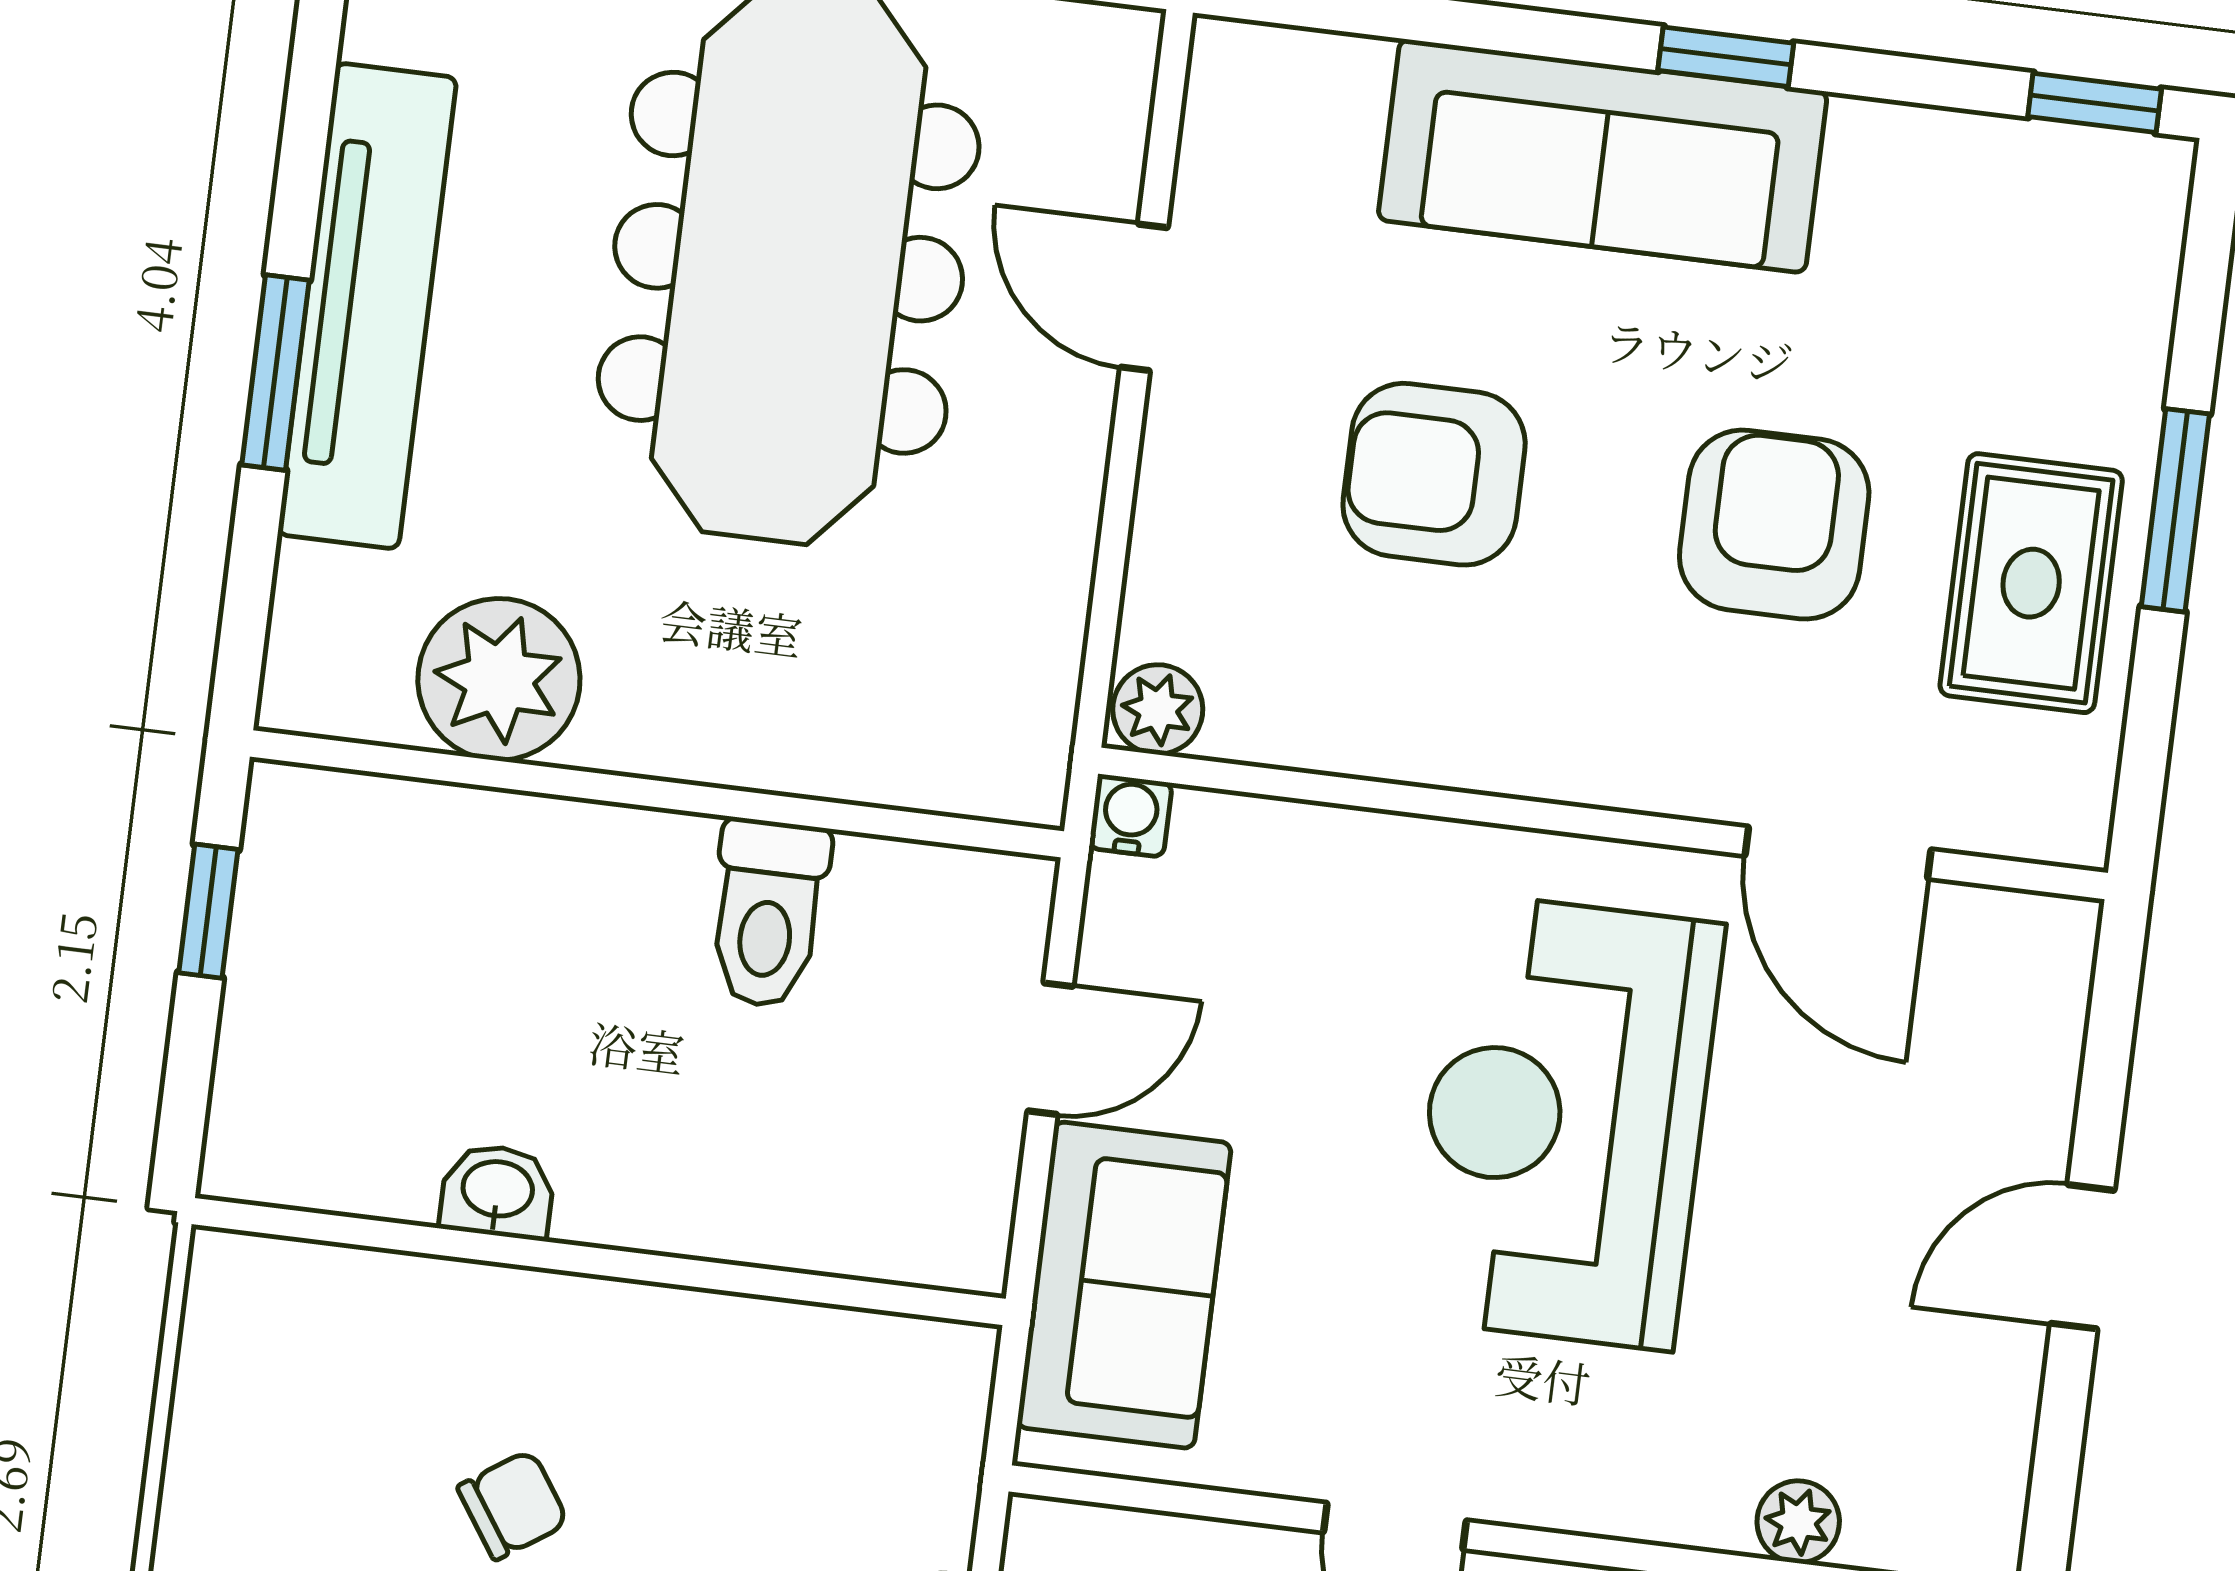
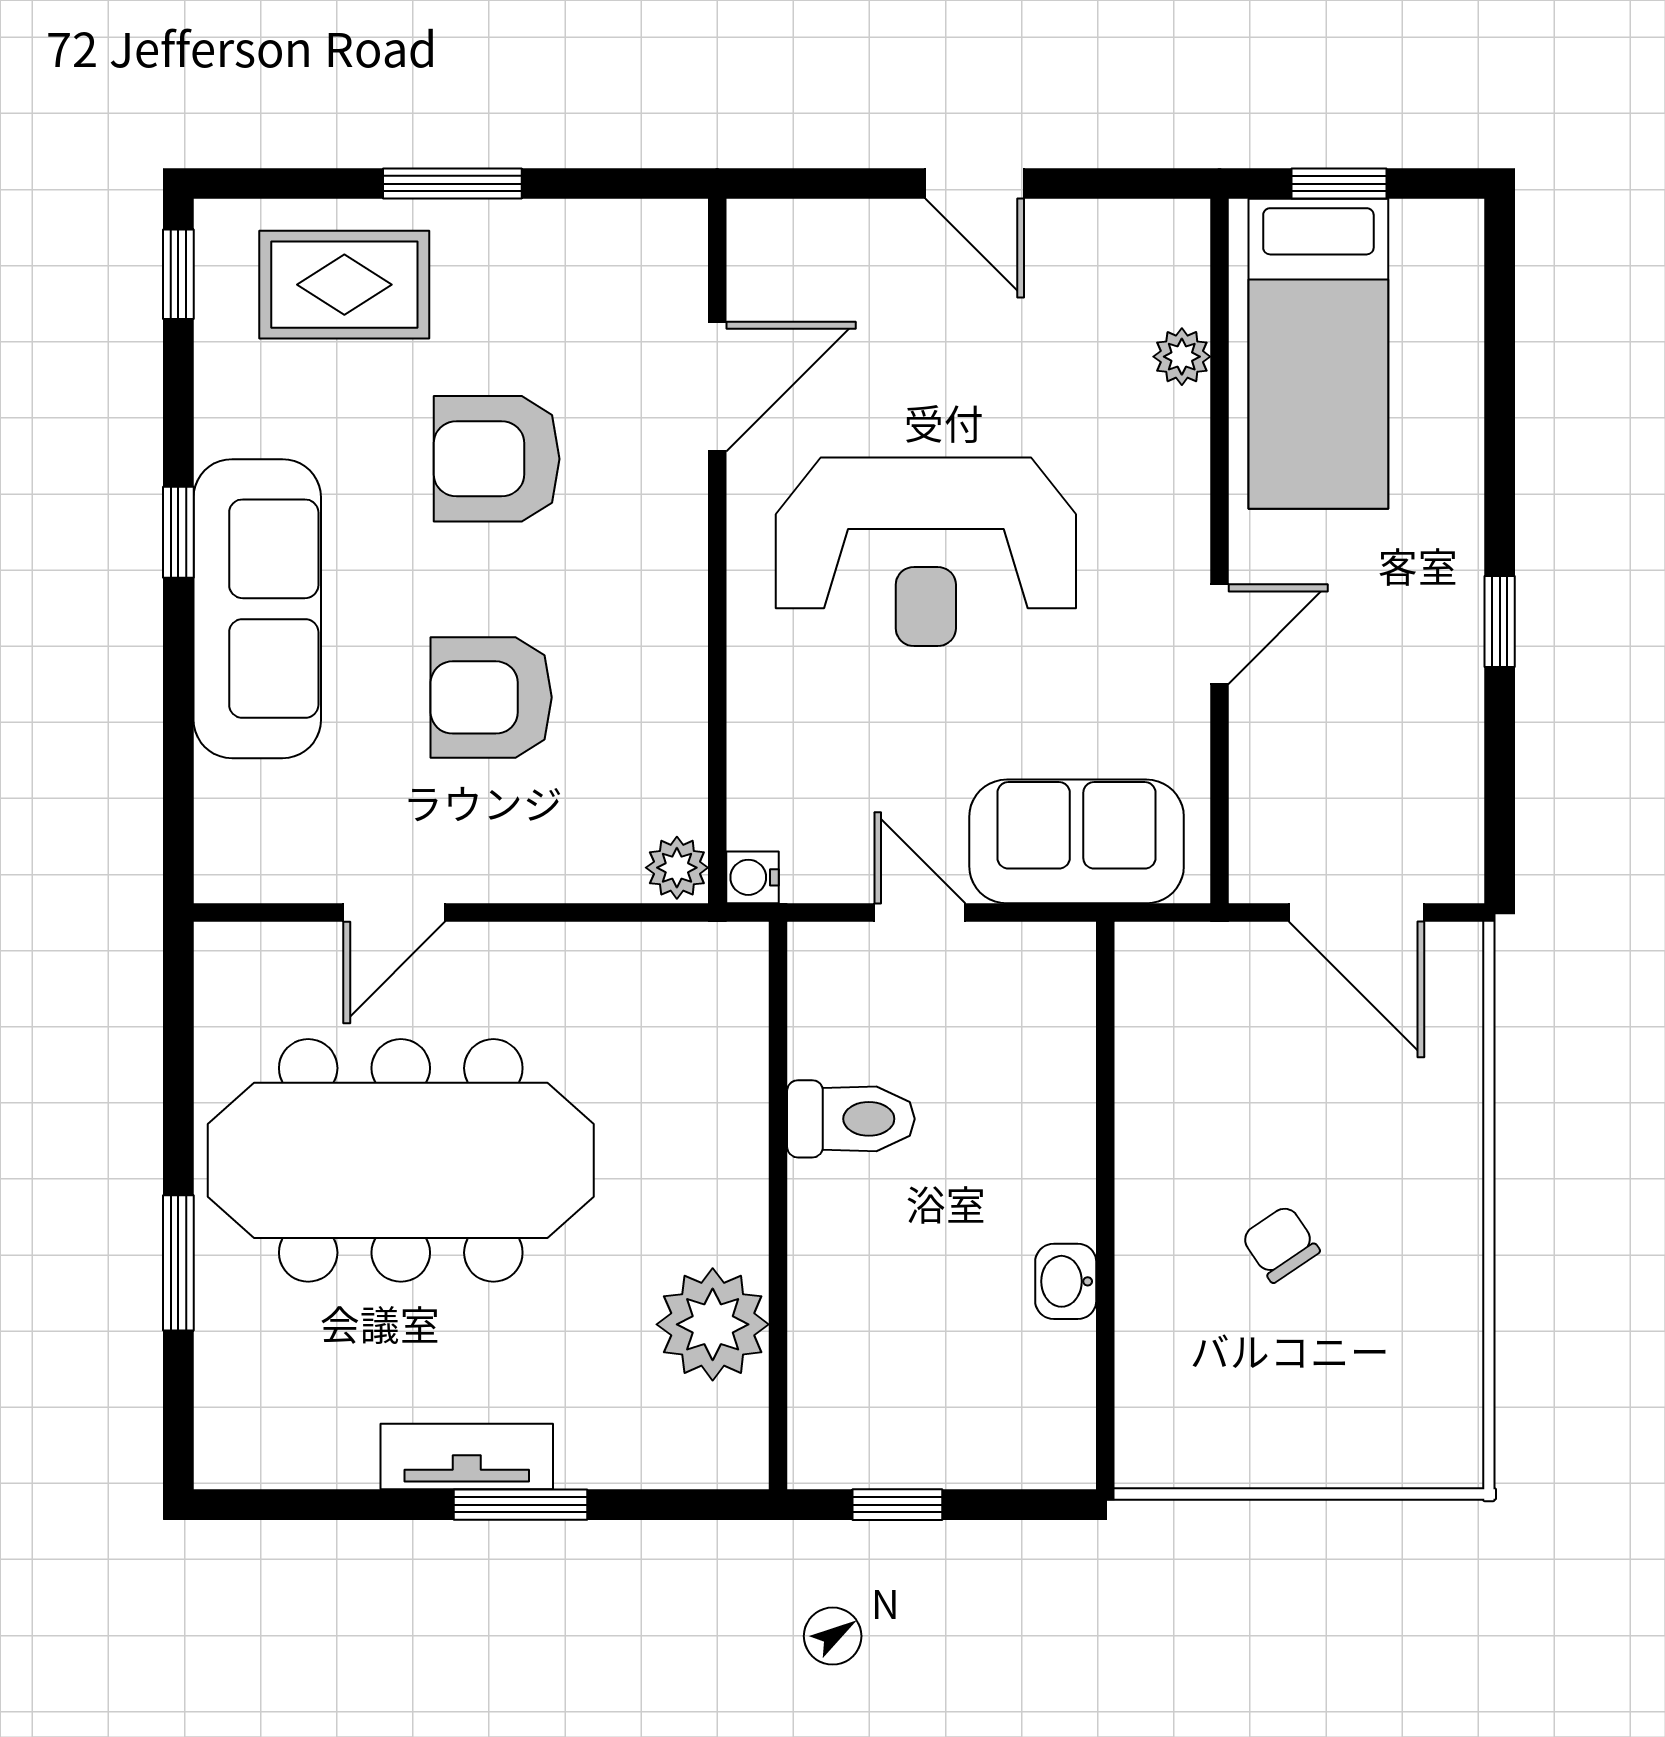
tv unit: (367, 306) -> (467, 1457), width x0.52, depth x0.78
armchair: (1434, 474) -> (491, 697), turned 90
rug: (2031, 583) -> (344, 285), moved

